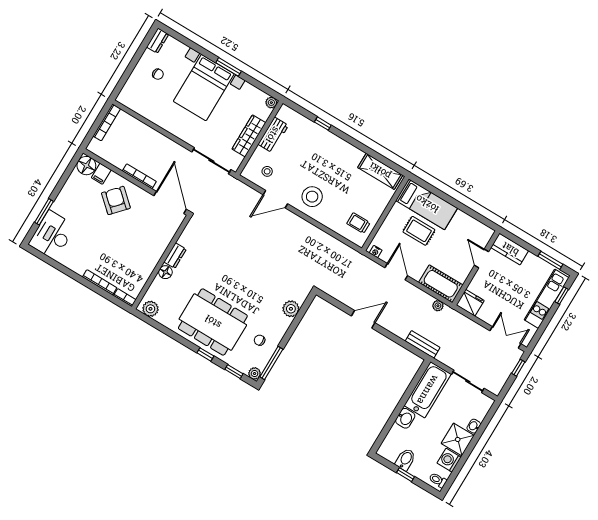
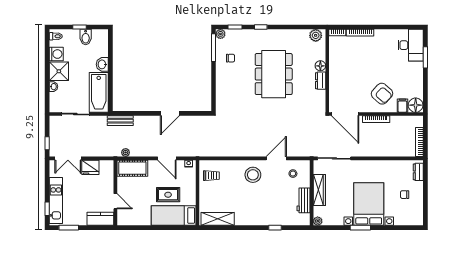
dresser: (158, 41) -> (418, 172), moved
fridge: (470, 303) -> (90, 167), moved
plant: (291, 309) -> (222, 92), removed
dining table: (213, 322) -> (274, 74), moved, turned 90

